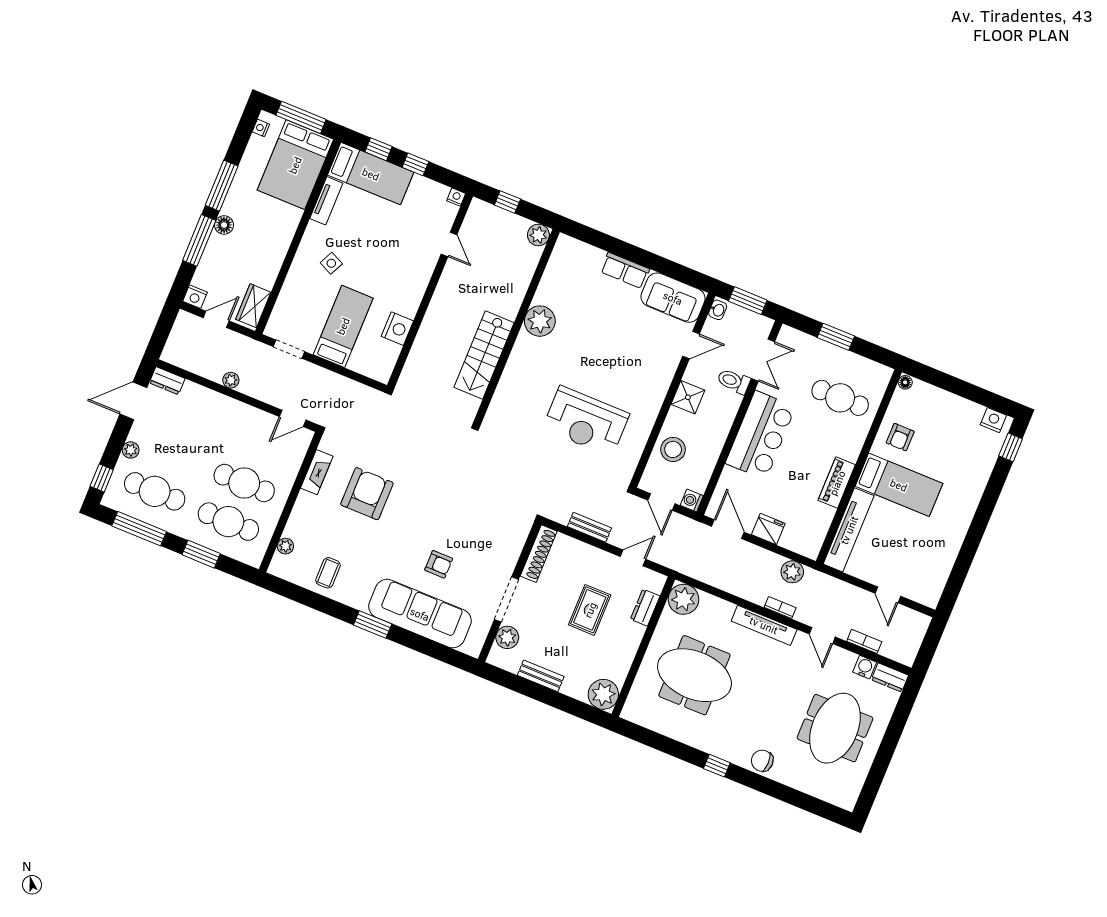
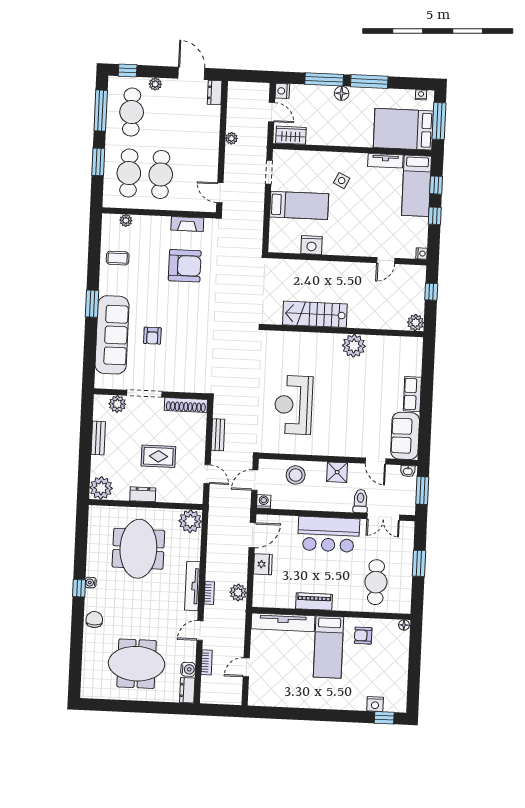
nightstand: (993, 420) -> (375, 704), moved, turned 90
dresser: (645, 608) -> (143, 494), moved
water cooler: (715, 749) -> (91, 583), added

